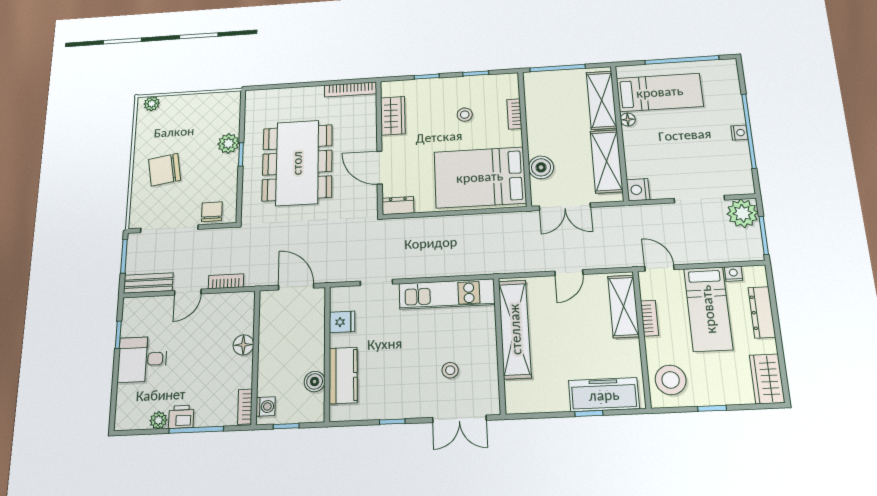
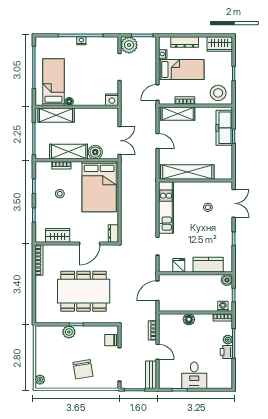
shelving: (607, 161) -> (69, 152), moved
boiler: (315, 382) -> (227, 280), moved
plant: (158, 420) -> (228, 340), moved

